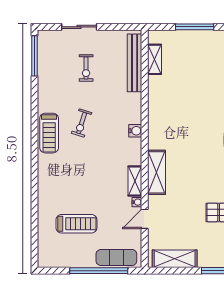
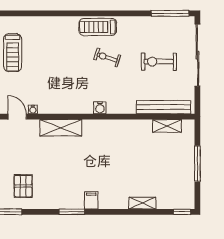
sliding door: (79, 27) -> (197, 55), width x1.86
exercise bike: (86, 68) -> (159, 62), width x1.38, depth x1.39
shelving: (135, 181) -> (53, 108), removed

